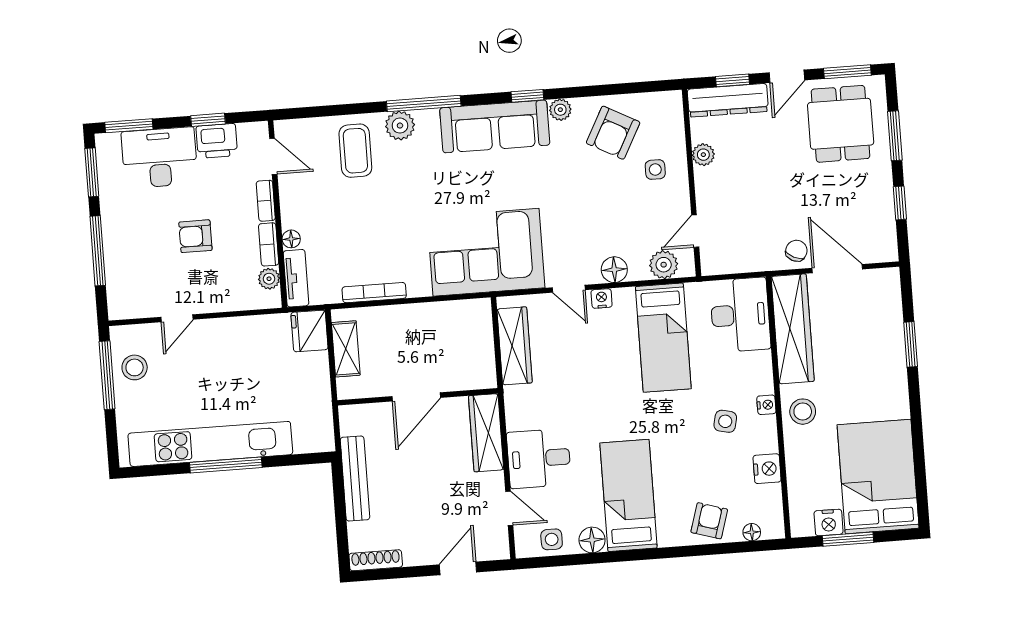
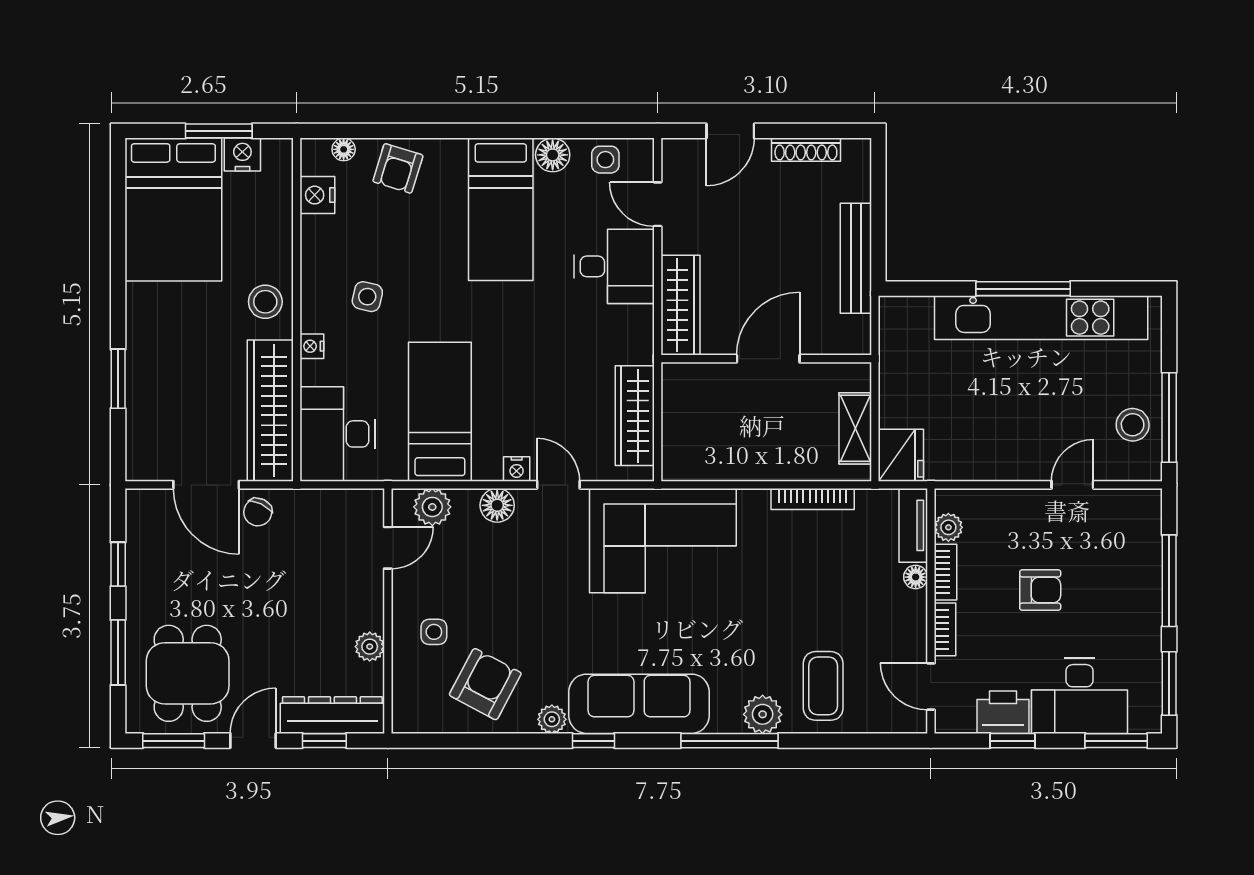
nightstand: (766, 405) -> (312, 346), moved
nightstand: (767, 469) -> (317, 195), moved
shoe rack: (376, 560) -> (806, 150), moved

